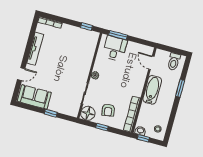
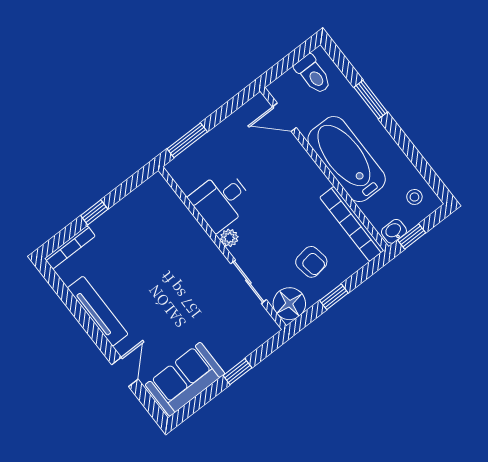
window: (87, 27) -> (94, 212), moved
desk: (115, 48) -> (221, 200), moved, turned -90
bathtub: (152, 90) -> (347, 159), width x1.36, depth x1.36

